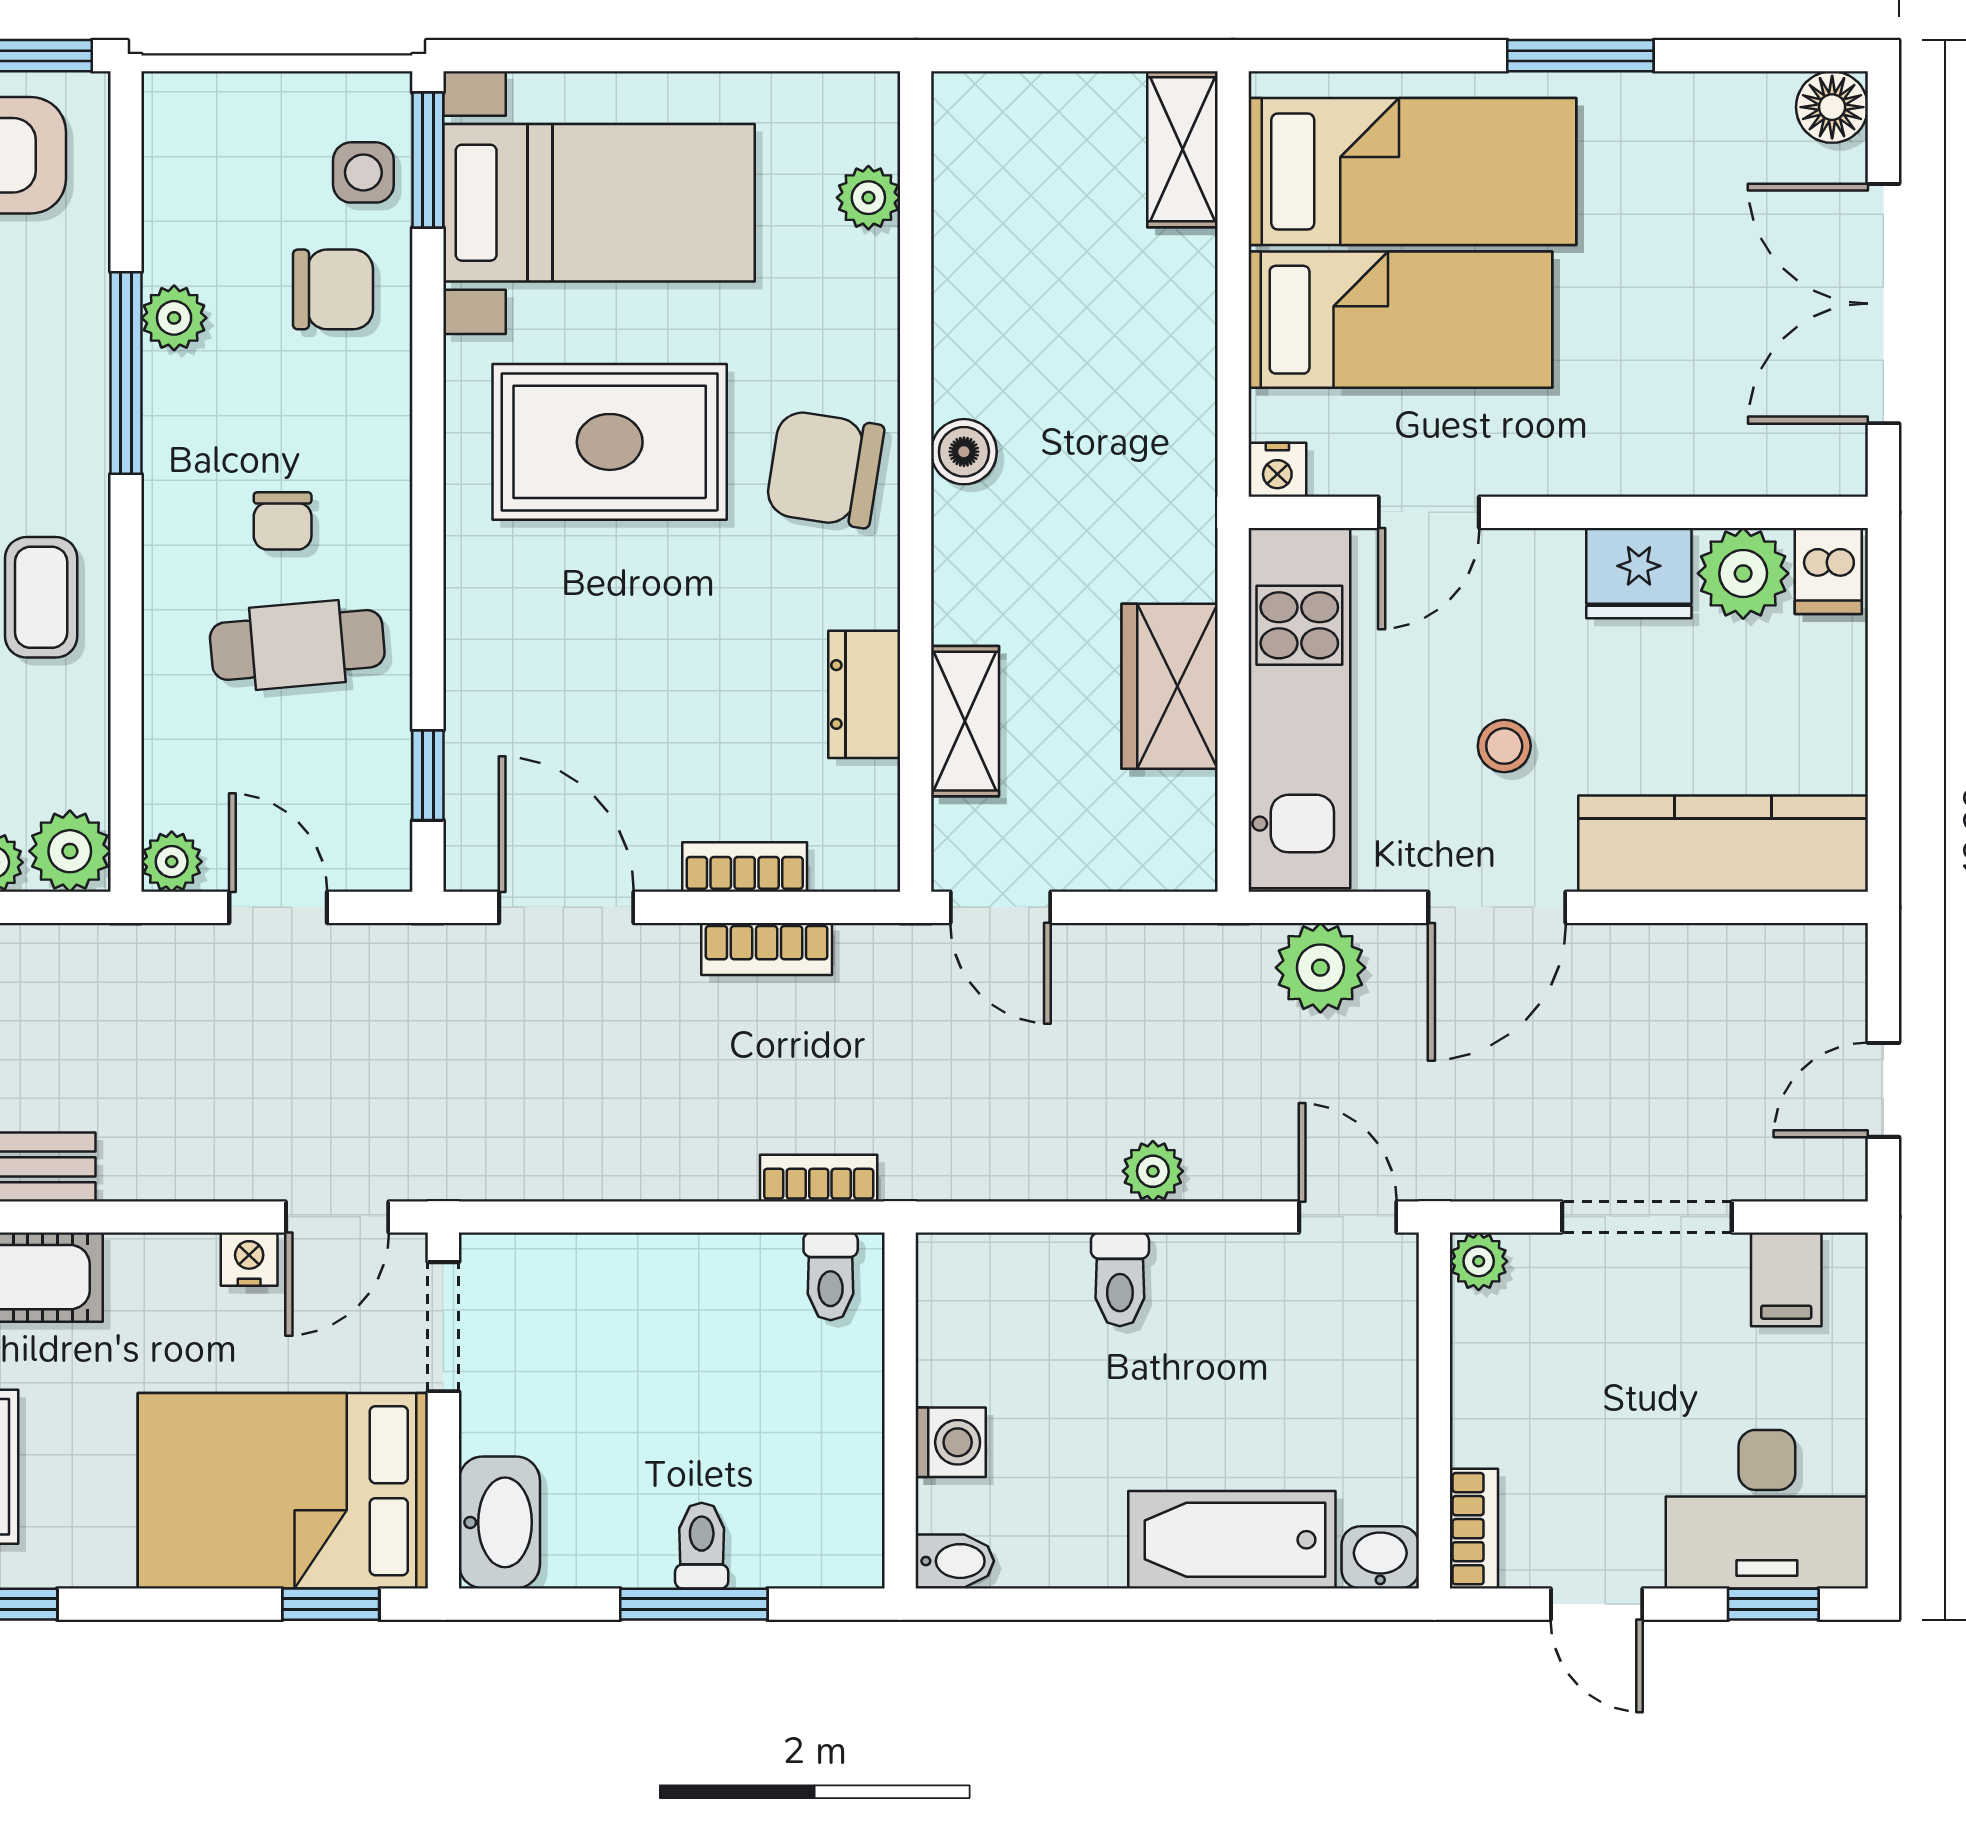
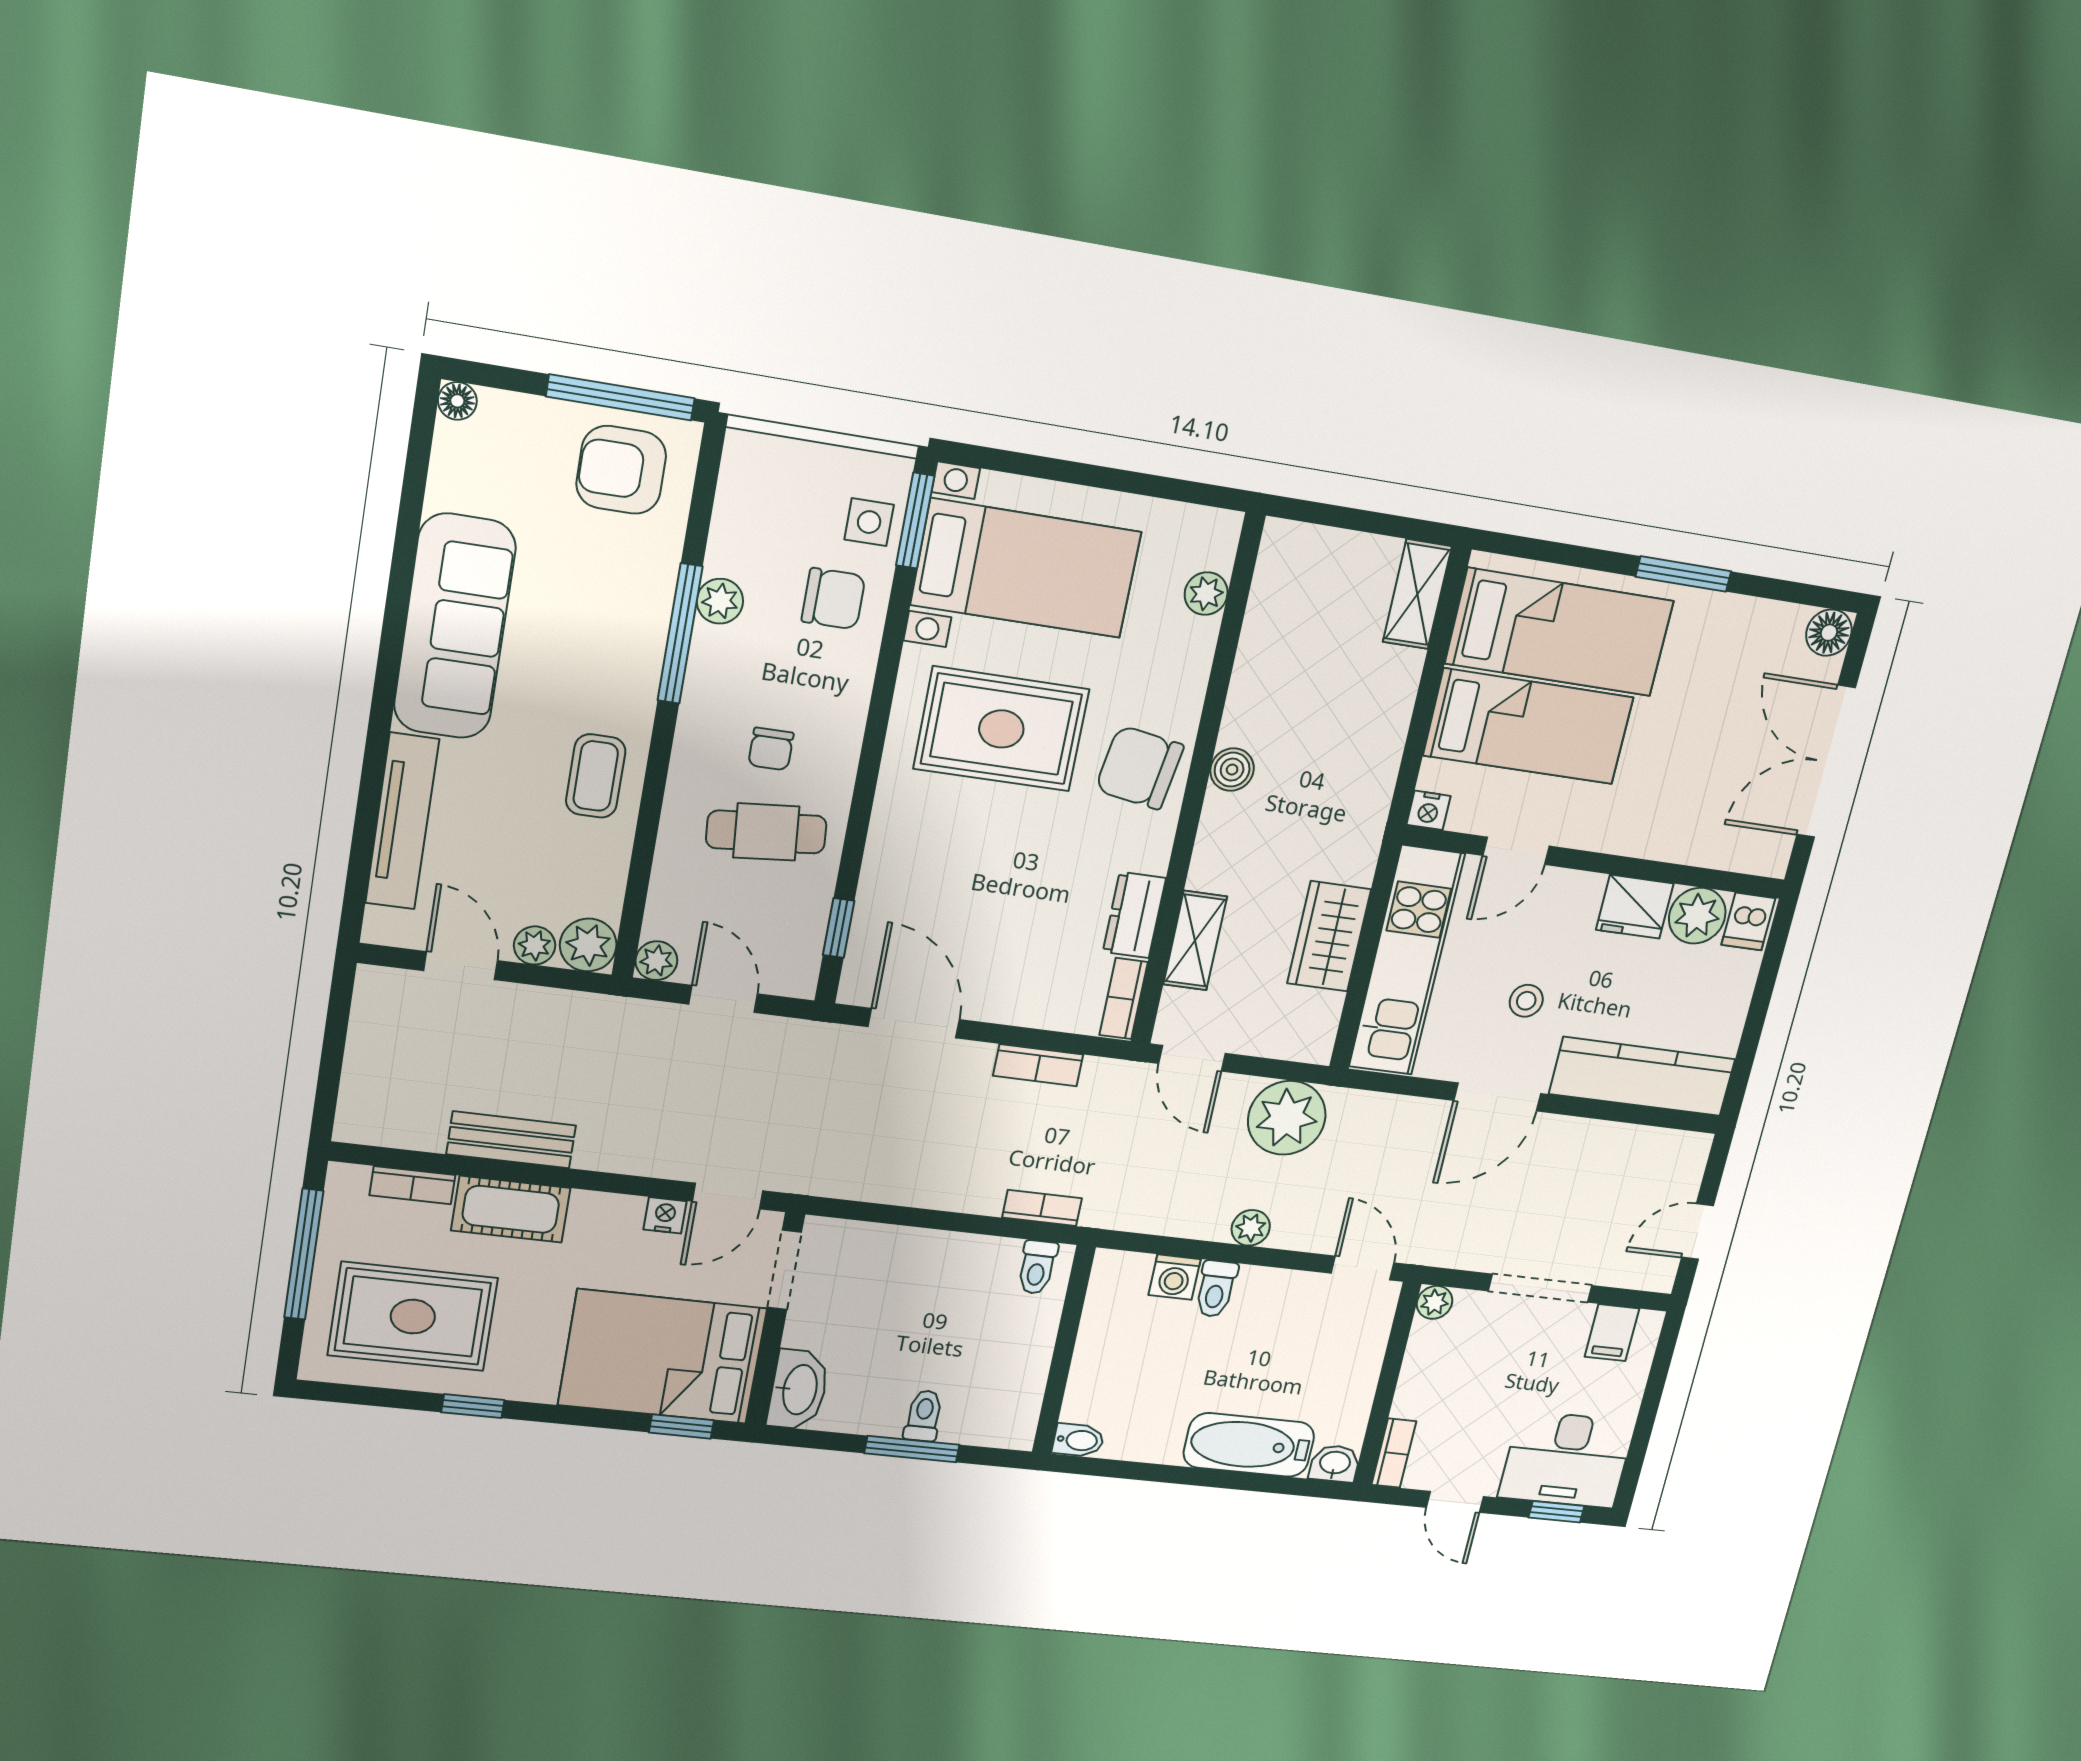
bookcase: (745, 867) -> (1124, 999), moved, turned -90
plant: (1320, 968) -> (1287, 1118), moved, width x1.36, depth x1.36
washing machine: (951, 1442) -> (1175, 1277), moved, turned 90

